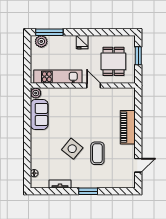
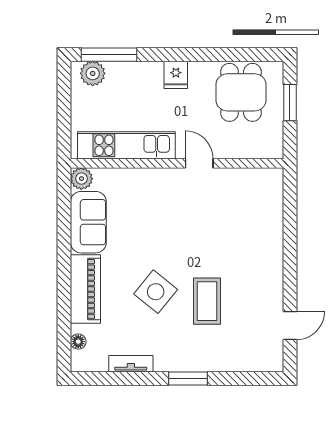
dining table: (113, 61) -> (241, 92), moved
piano: (128, 127) -> (85, 289), moved, turned 180

